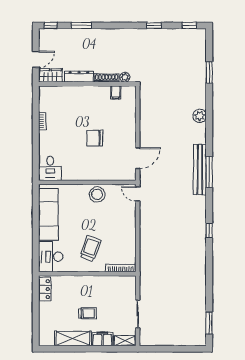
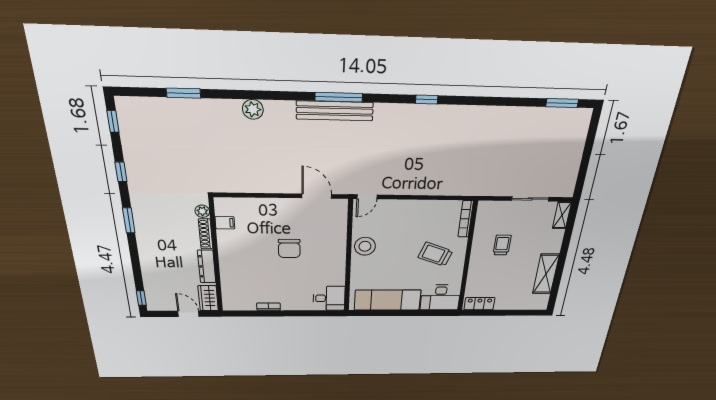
window: (82, 25) -> (129, 220), moved
trolley: (87, 313) -> (502, 245), moved
filing cabinet: (102, 339) -> (554, 241), removed

